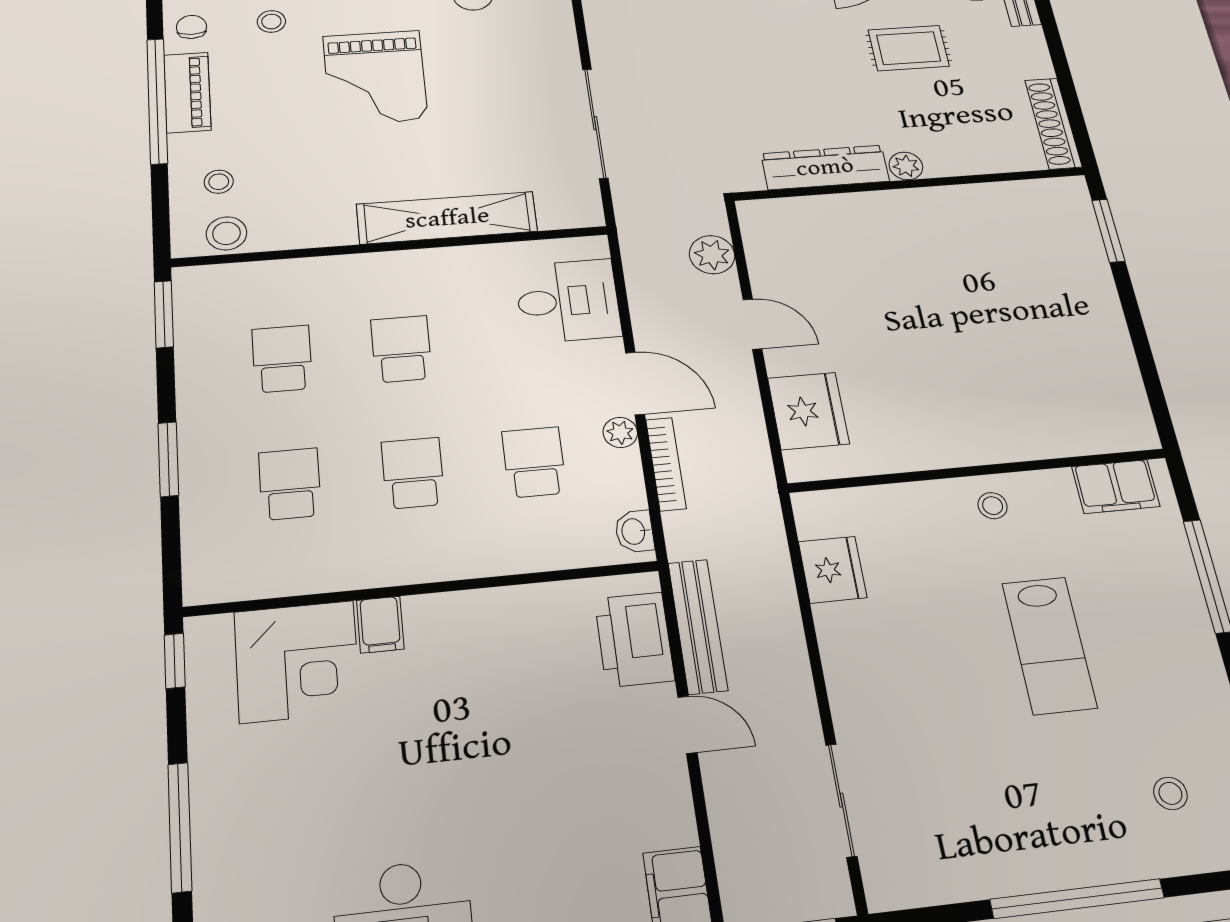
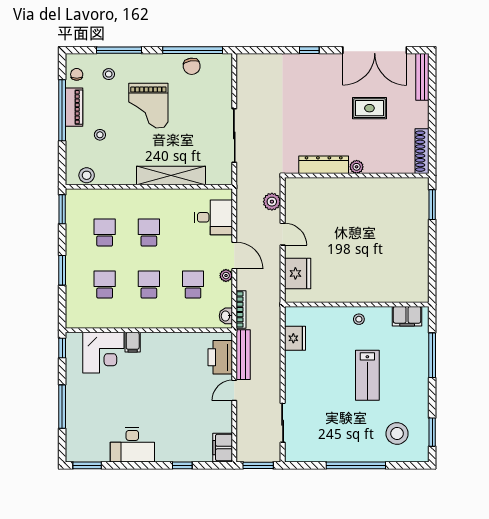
stool: (219, 182) -> (100, 135), moved
bookcase: (666, 464) -> (241, 309), moved
door: (687, 725) -> (234, 390), swing flipped
stool: (1170, 793) -> (397, 433), width x1.89, depth x1.89

